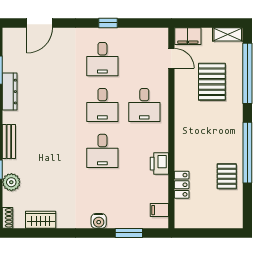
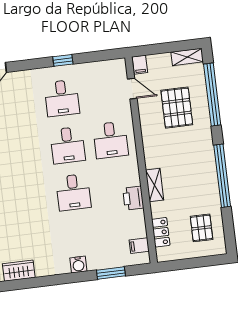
filing cabinet: (188, 36) -> (140, 65), width x0.50
shelving: (181, 153) -> (155, 185), added
pallet: (227, 176) -> (202, 228), moved
locker: (182, 185) -> (161, 232), moved

